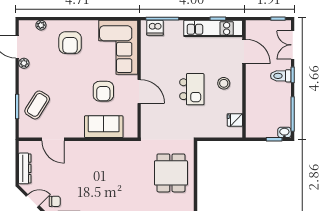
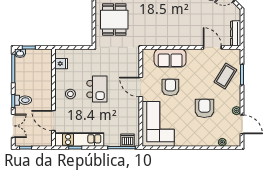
armchair: (70, 43) -> (204, 108), moved
kitchen island: (192, 89) -> (97, 89), turned 180
dresser: (25, 168) -> (236, 33), moved

